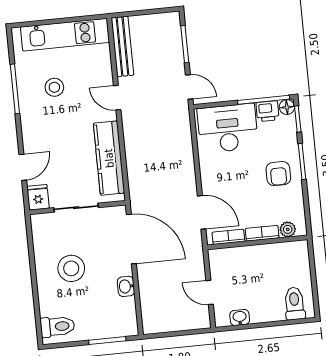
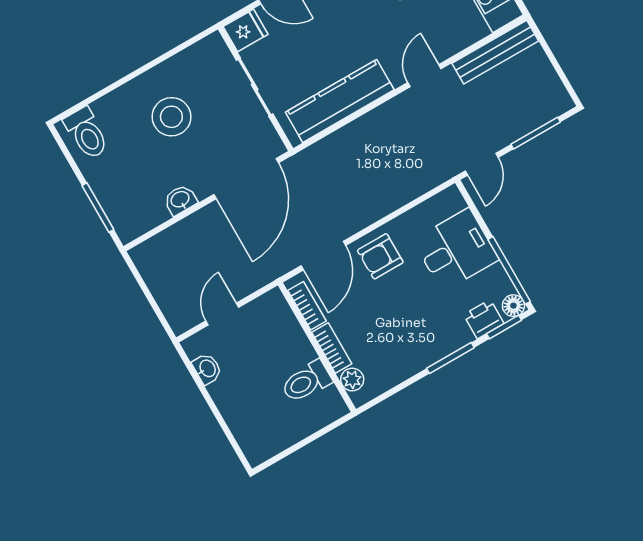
printer: (267, 111) -> (484, 319), moved, turned 90
desk: (228, 128) -> (456, 250), width x0.73
armchair: (278, 174) -> (380, 256), moved
toilet: (295, 304) -> (306, 382), moved, turned 180

